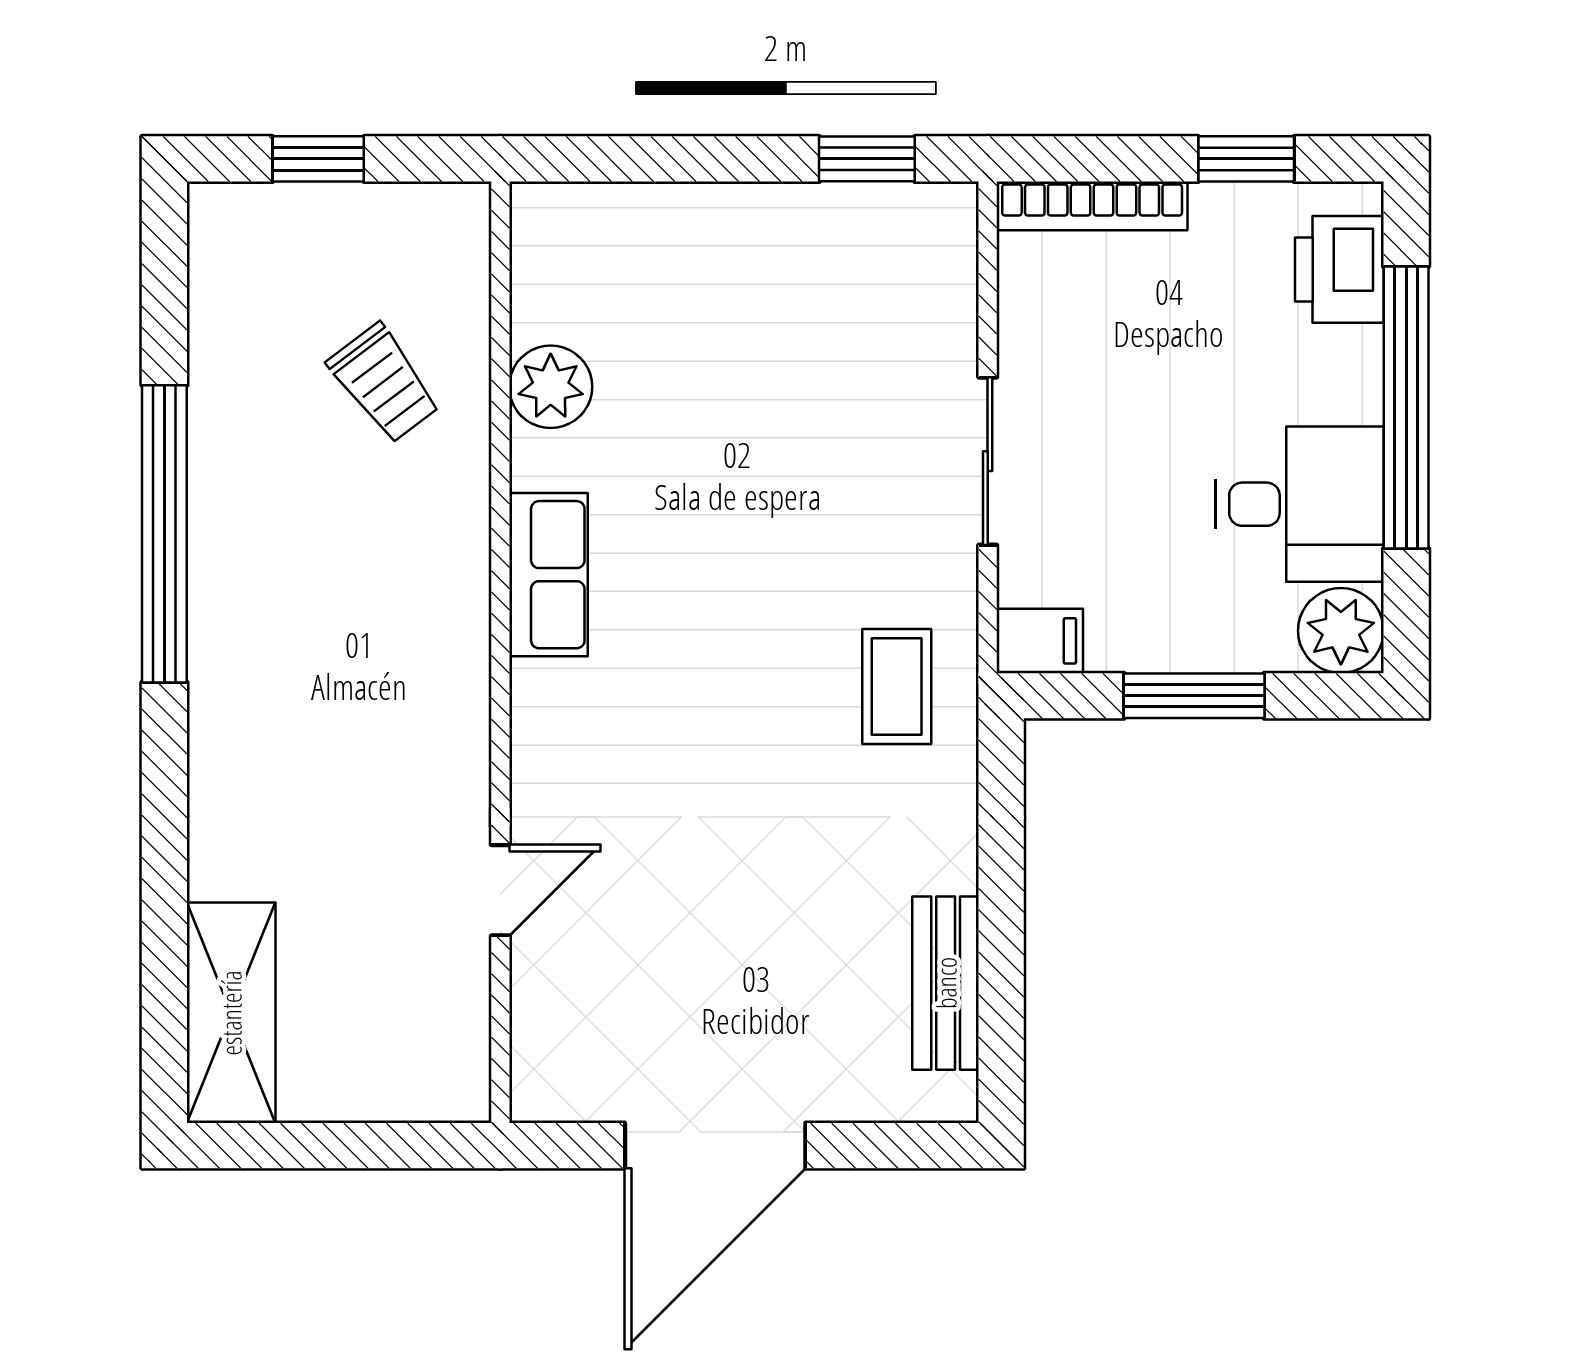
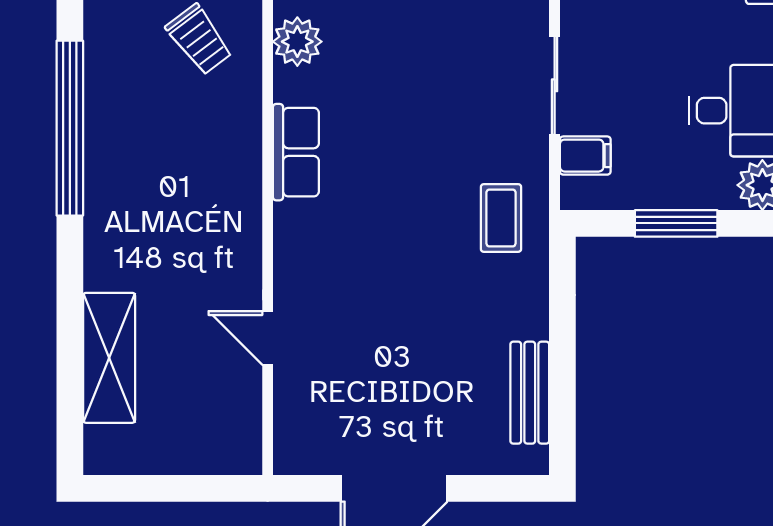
filing cabinet: (1040, 641) -> (585, 156), moved
door: (500, 890) -> (268, 338), swing flipped
shelving: (231, 1013) -> (109, 358), moved

